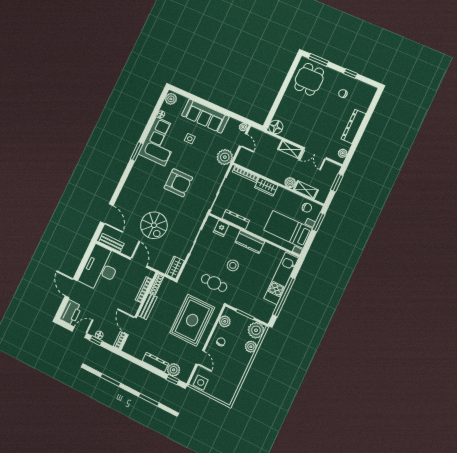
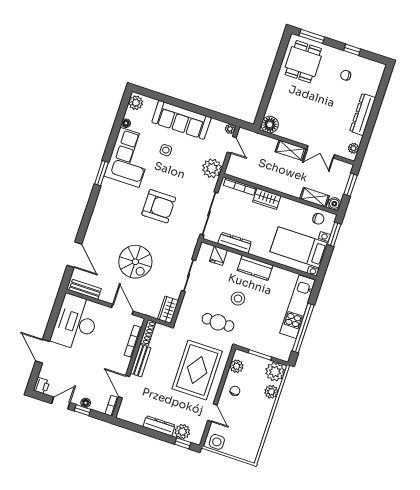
boiler: (290, 183) -> (334, 204), moved
printer: (71, 313) -> (41, 386), width x0.53, depth x0.68

